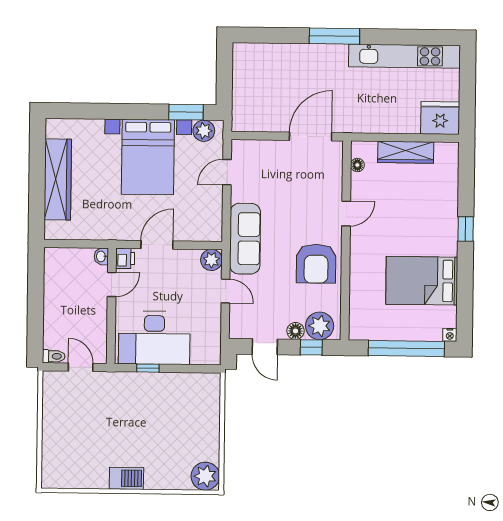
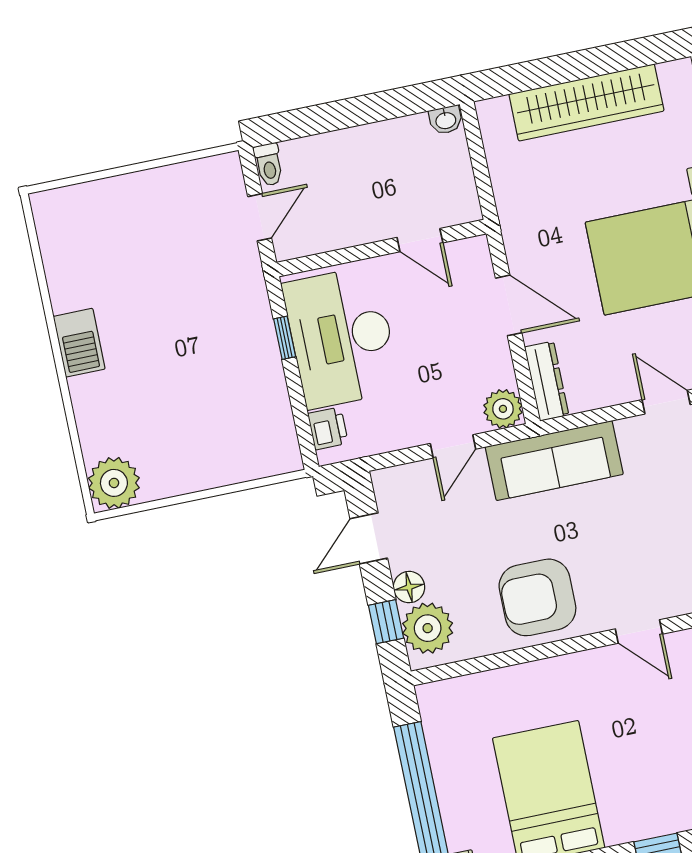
dresser: (202, 233) -> (547, 381), added
washbasin: (101, 256) -> (446, 120), moved, turned 180
printer: (125, 258) -> (328, 428), moved, turned -90

